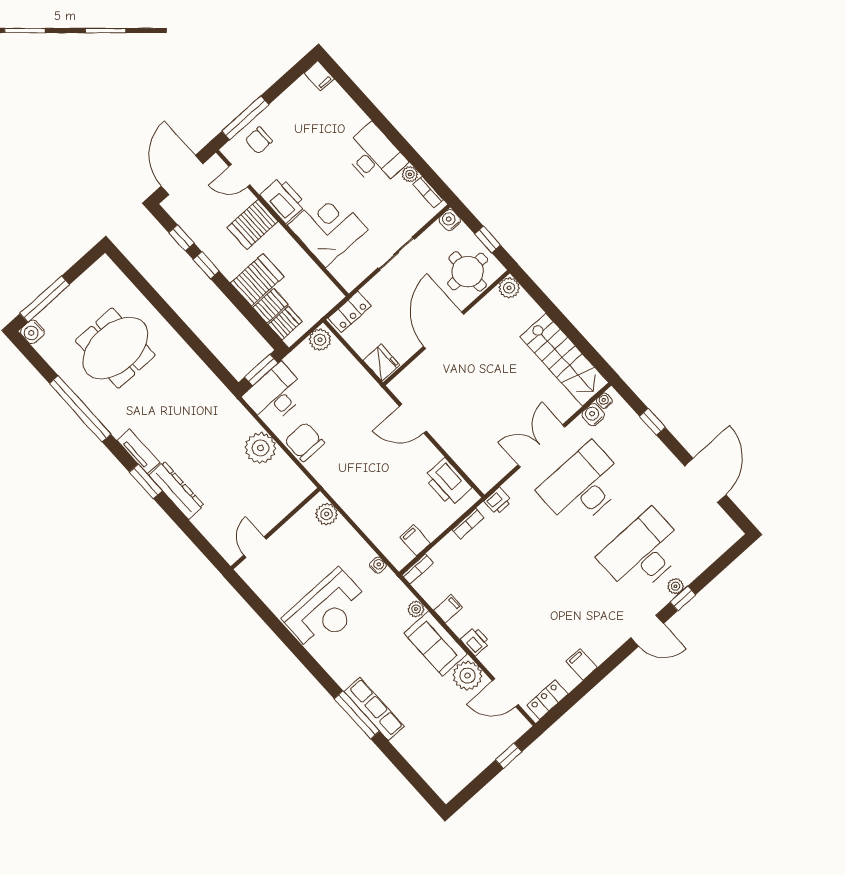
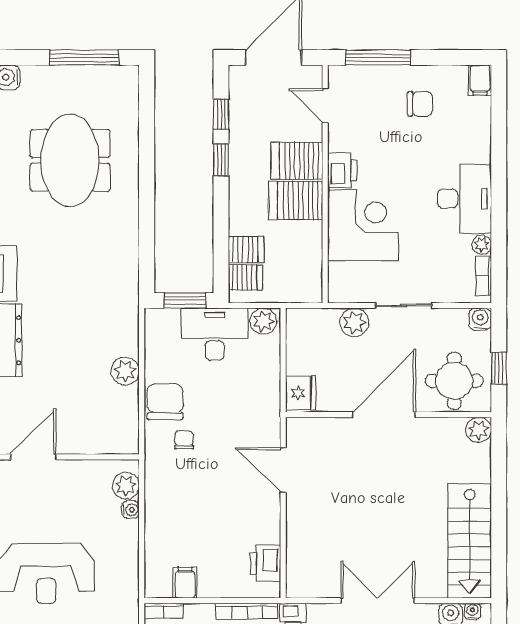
chair: (259, 140) -> (420, 104), moved, turned 180
printer: (283, 200) -> (342, 170), width x0.73, depth x0.84
server rack: (257, 280) -> (296, 200), moved, turned 180
plant: (375, 291) -> (354, 322), added
window: (45, 299) -> (84, 58), moved
locker: (350, 312) -> (313, 320), removed
meeting table: (115, 348) -> (70, 160), turned 90
desk: (275, 394) -> (215, 334), moved
plant: (260, 448) -> (125, 371), width x0.73, depth x0.73
chair: (337, 455) -> (184, 440), added
printer: (448, 482) -> (265, 563), width x0.73, depth x0.84
bookcase: (468, 524) -> (247, 611), width x1.56
door: (255, 547) -> (33, 457), width x1.38
water cooler: (378, 565) -> (131, 510), moved

